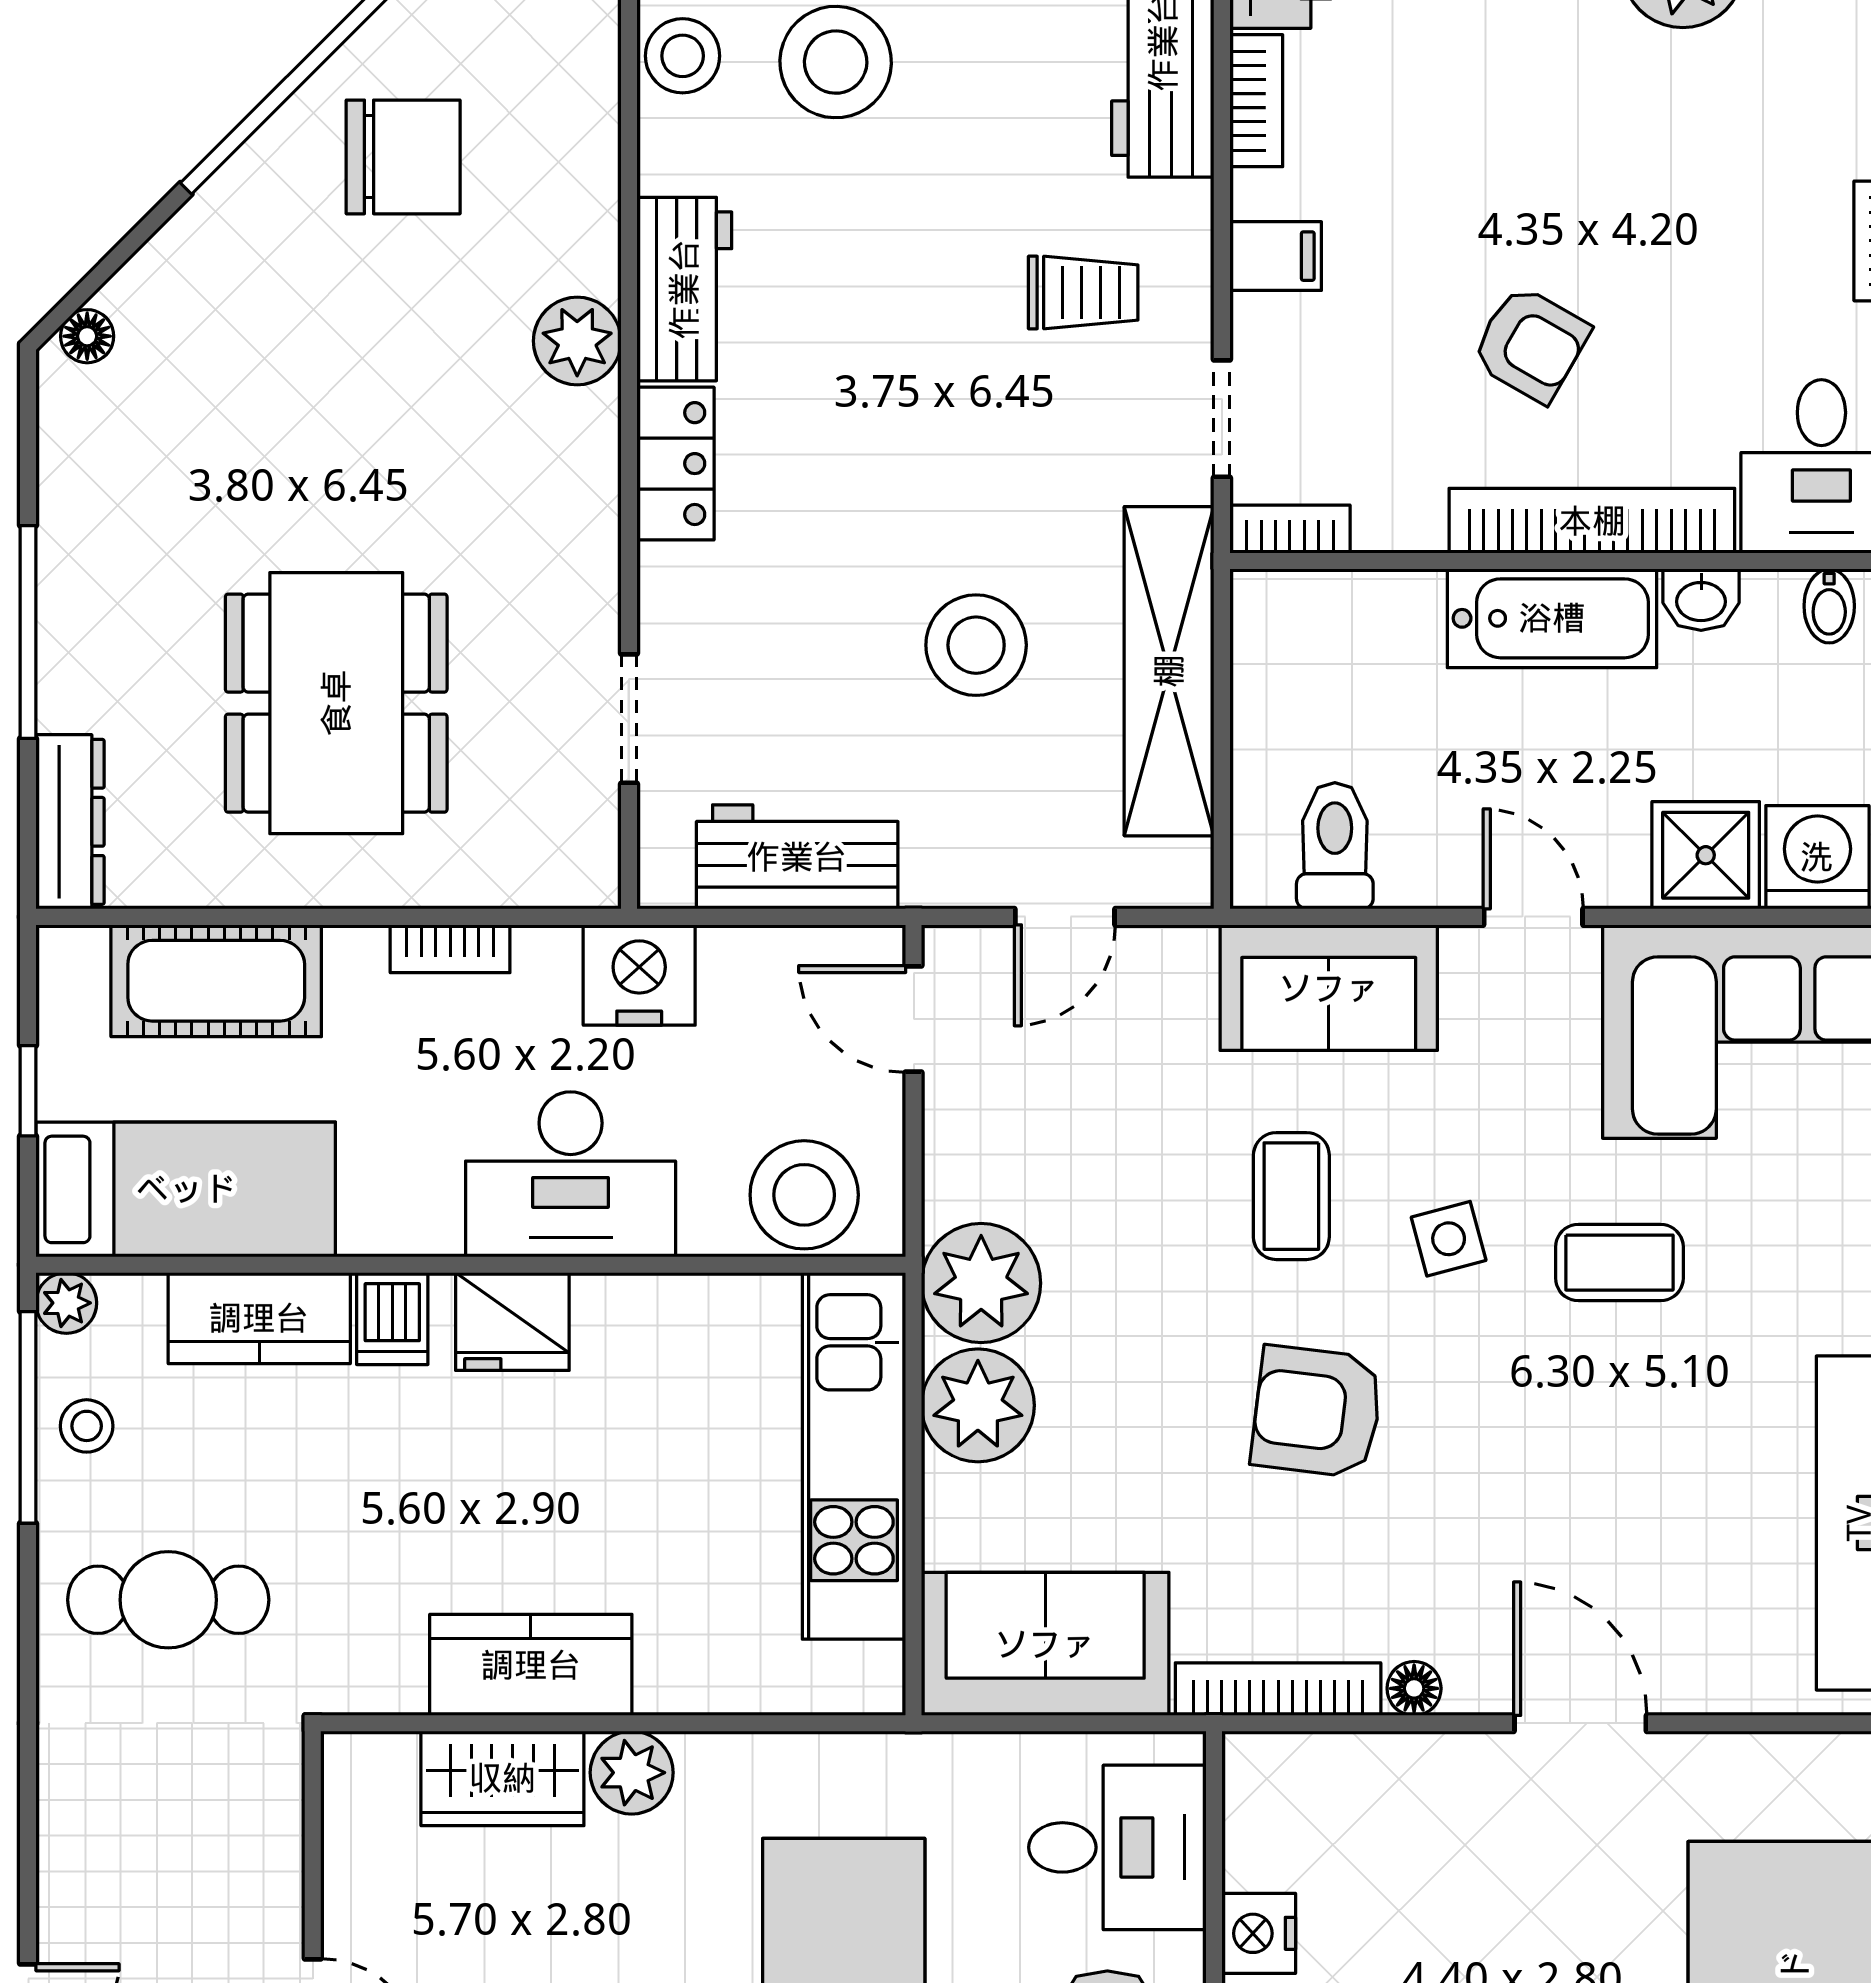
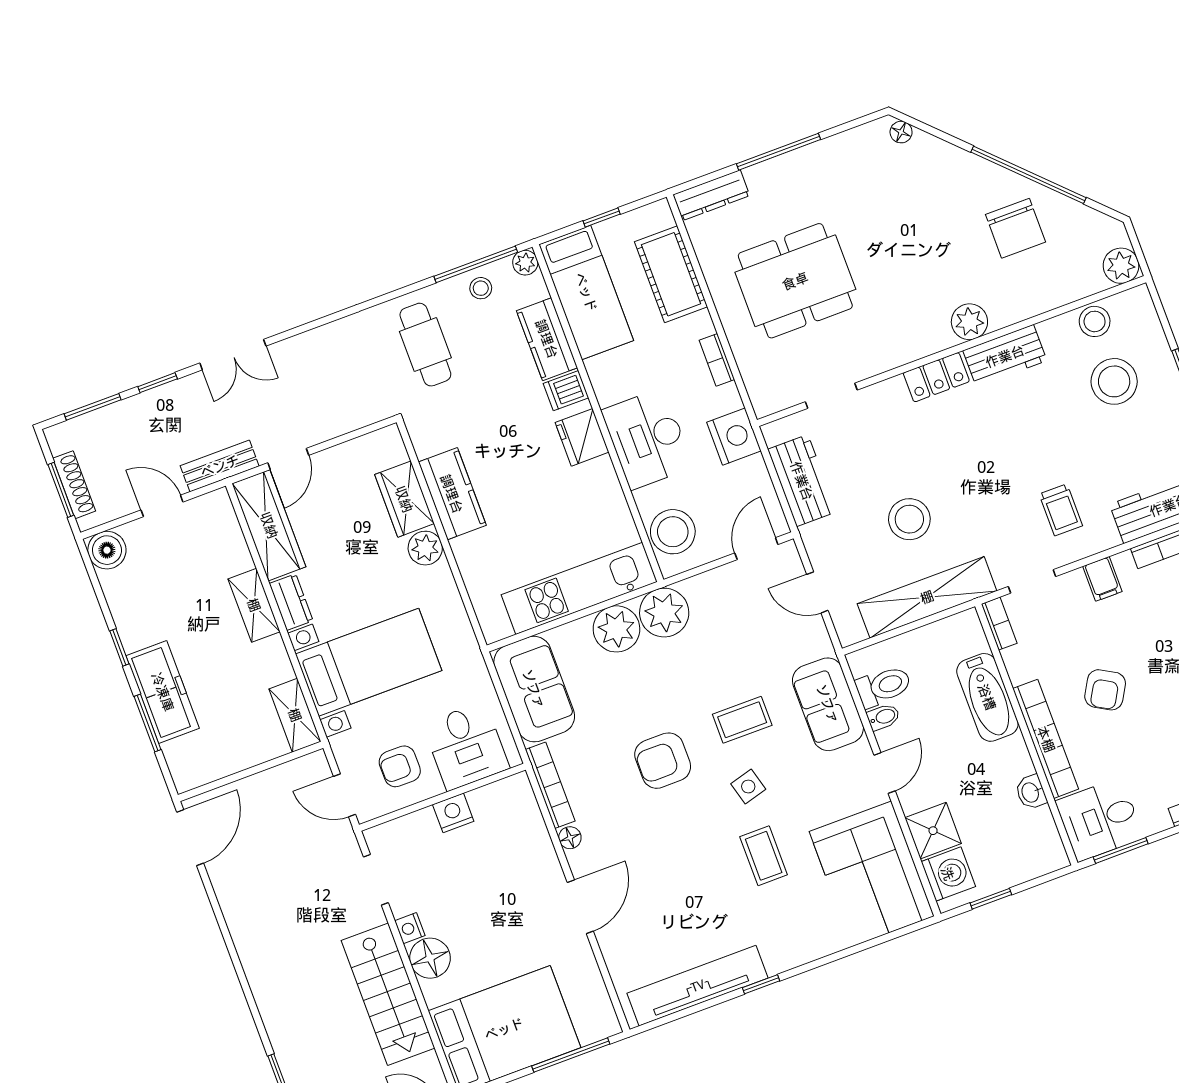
bidet: (1829, 606) -> (883, 717), moved, turned 180
bathtub: (1552, 618) -> (987, 697), moved
armchair: (1317, 1412) -> (663, 761), turned -97

